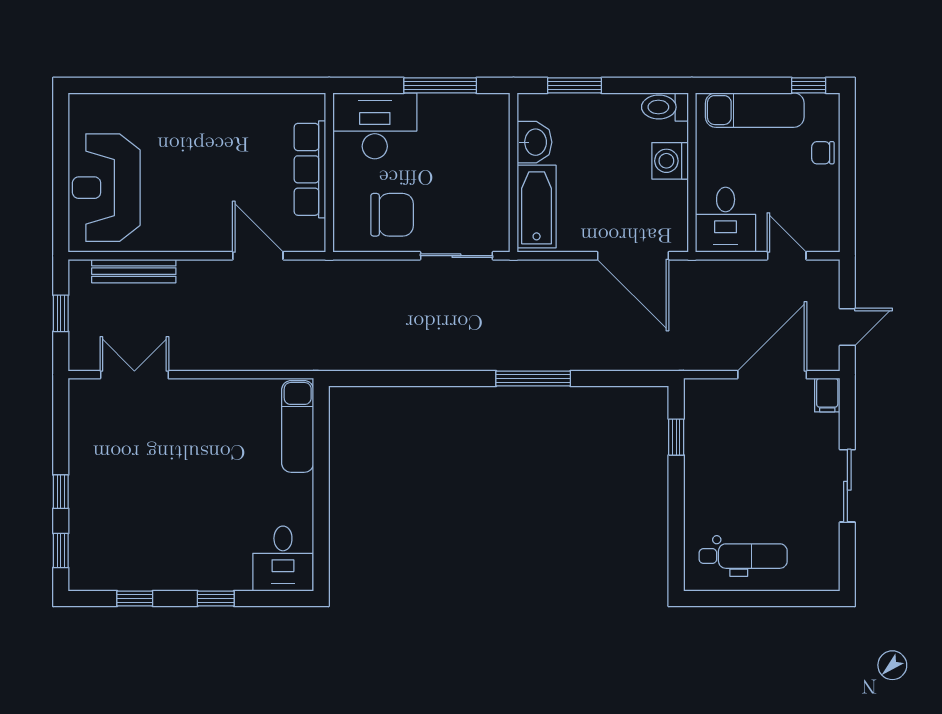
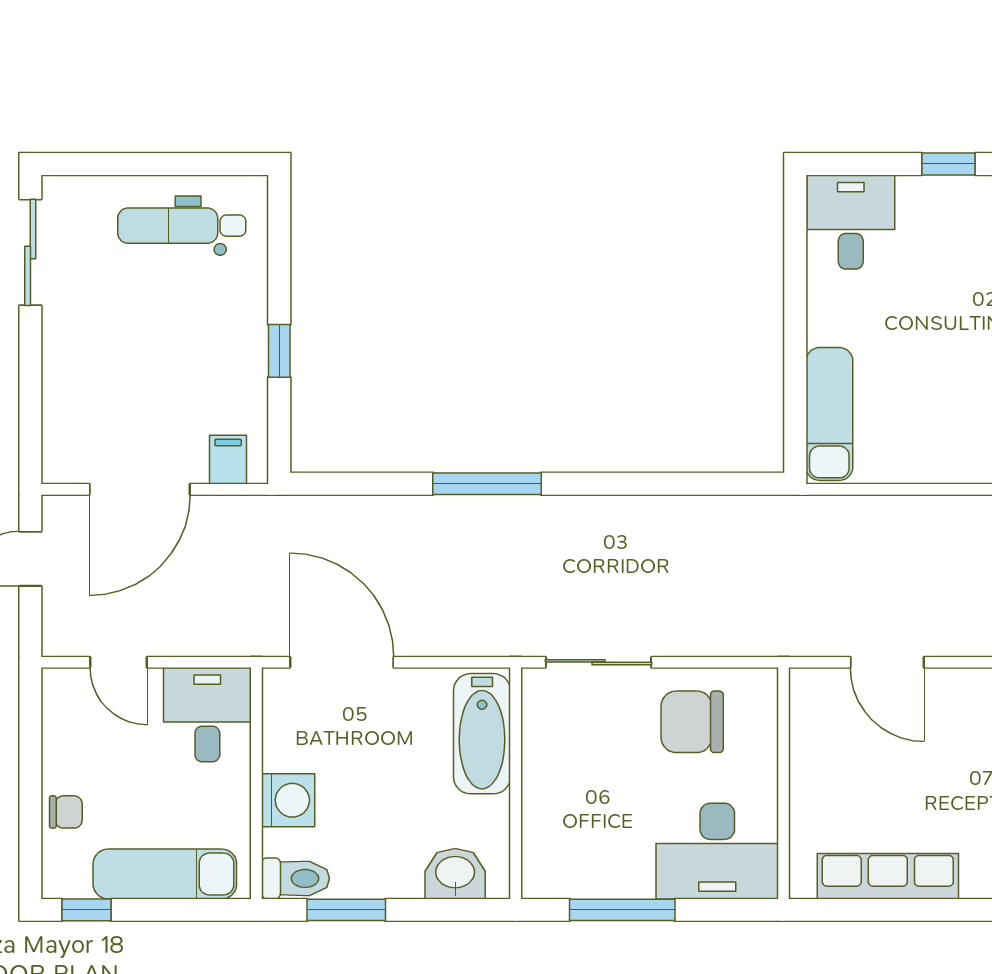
window: (574, 85) -> (346, 910), moved
washbasin: (535, 142) -> (455, 874), moved, turned 90
row of seats: (310, 169) -> (888, 876), moved, turned -90
filing cabinet: (827, 395) -> (228, 460), moved
window: (676, 437) -> (279, 351), moved
sliding door: (847, 486) -> (30, 252), moved

